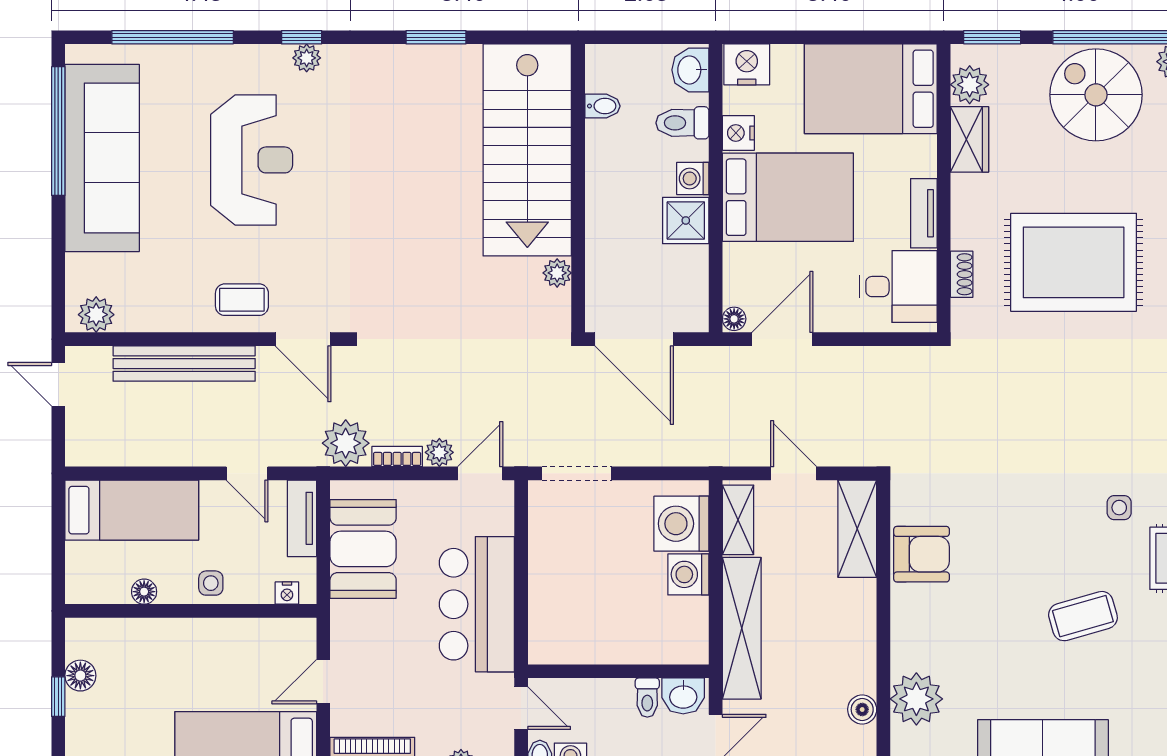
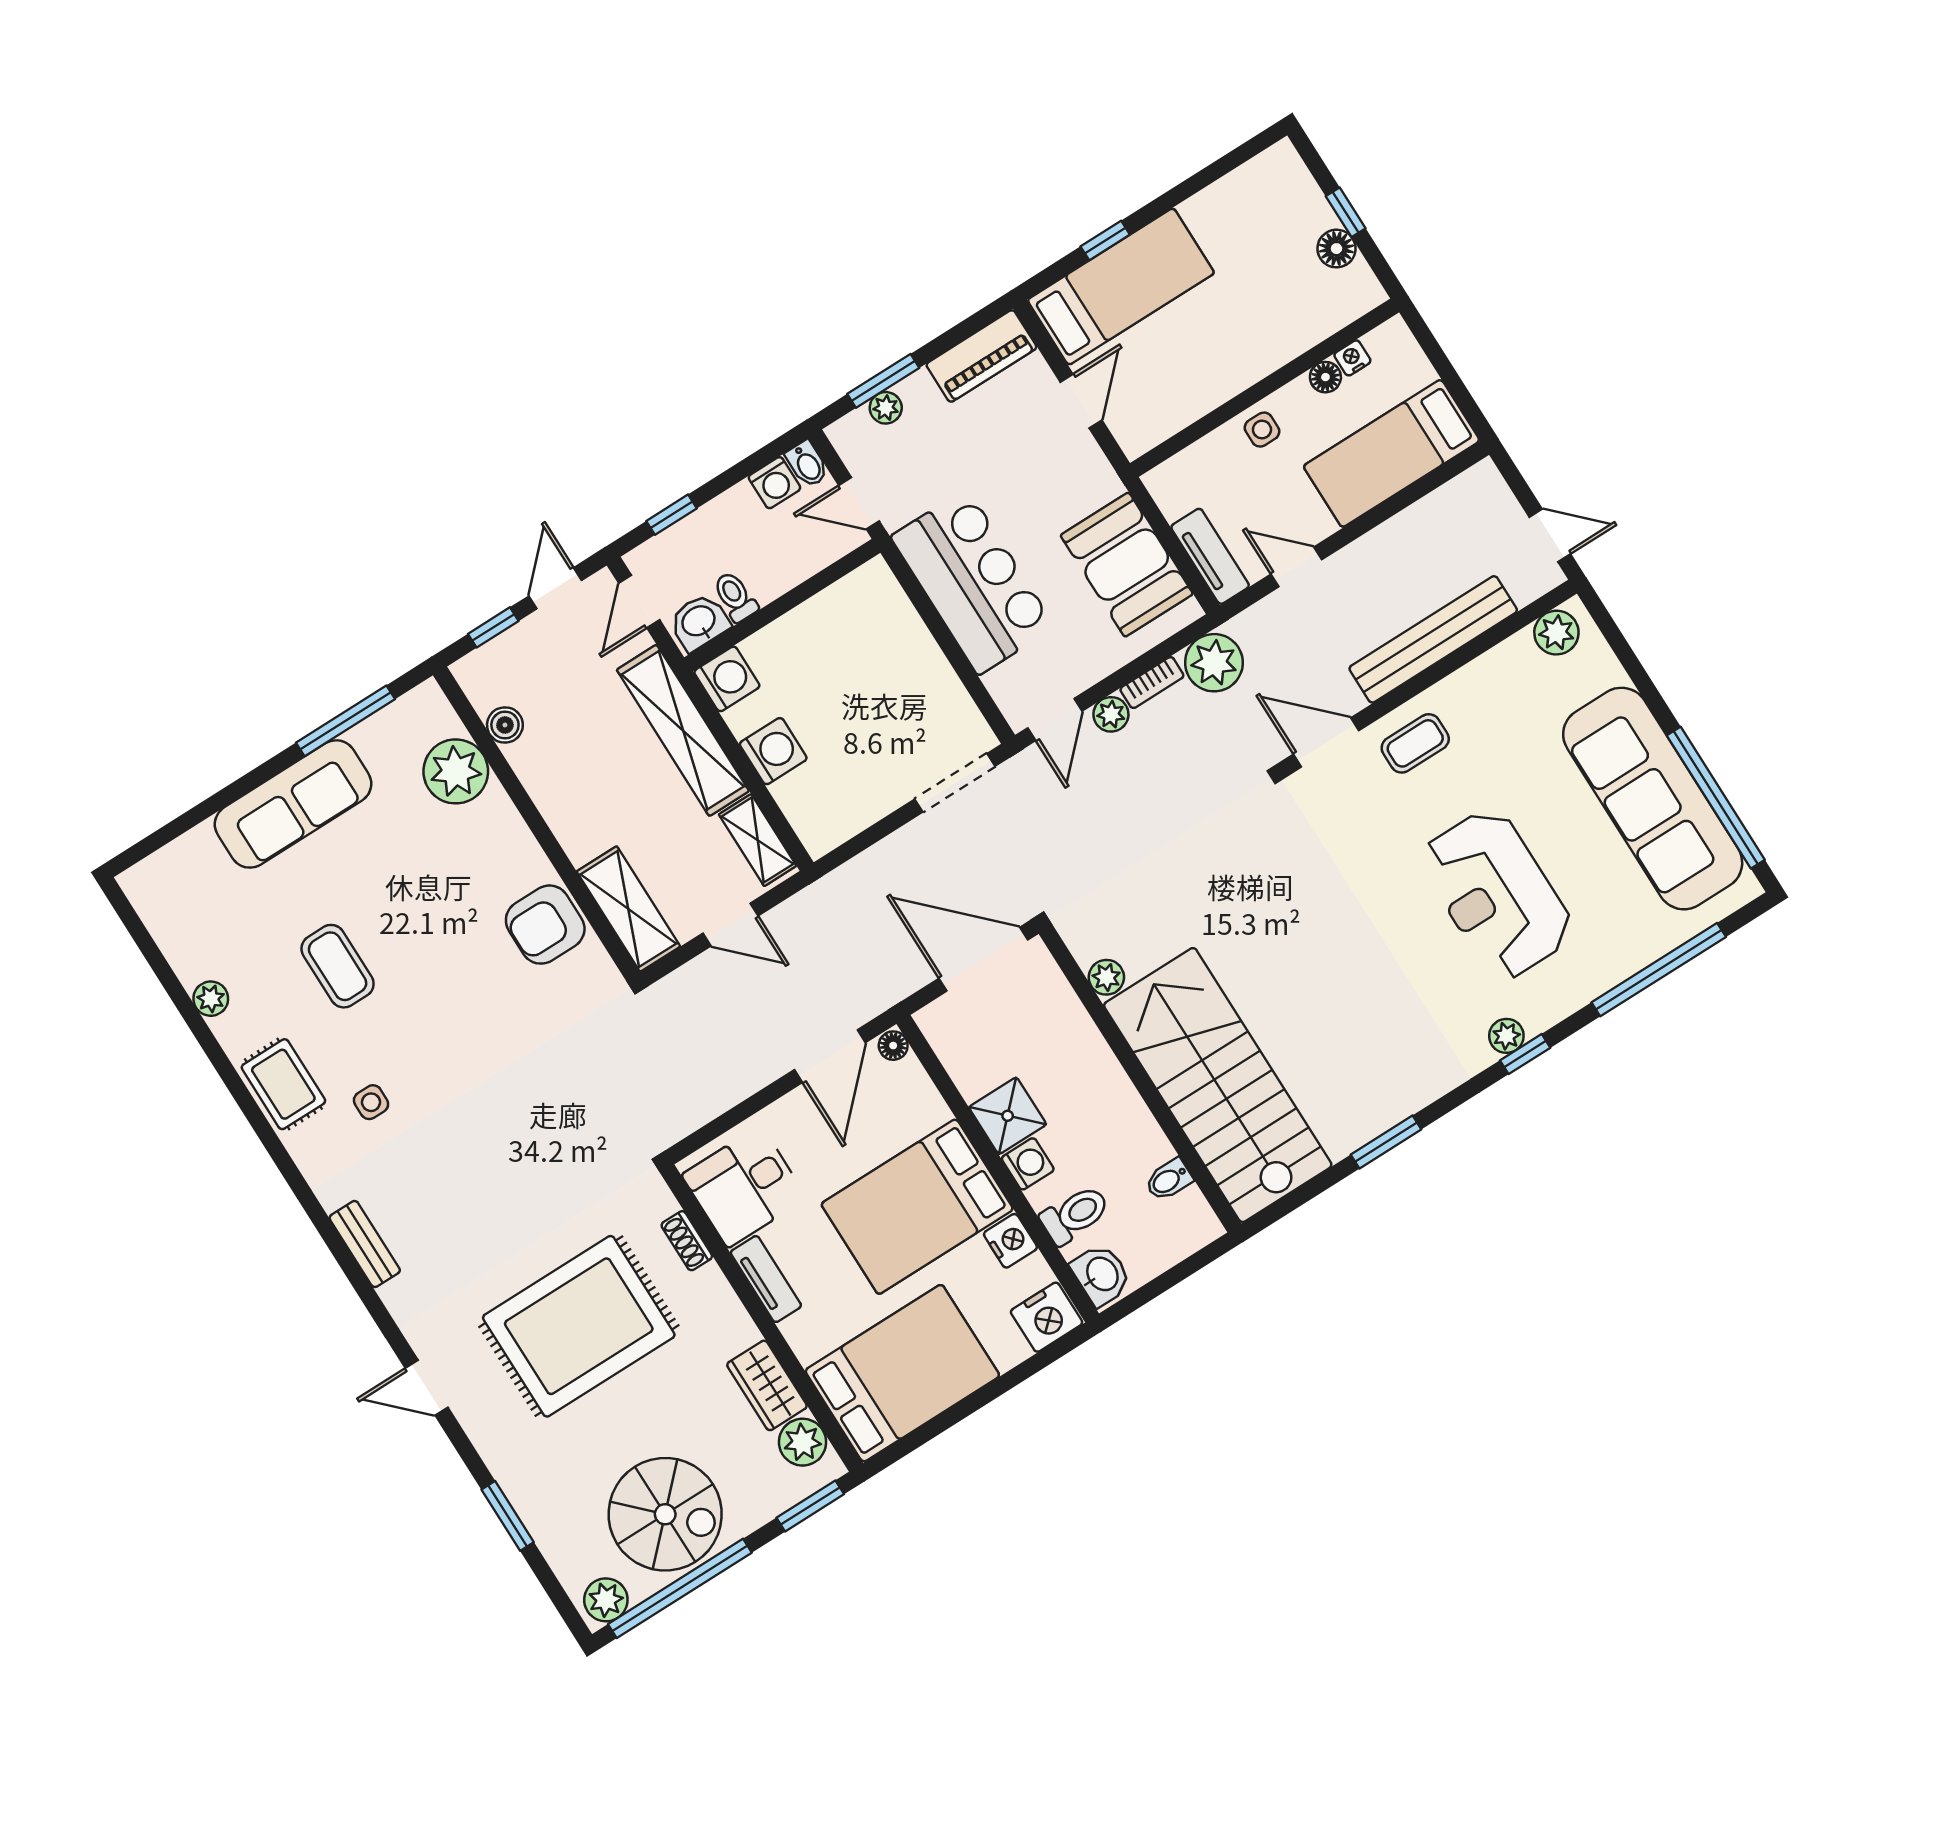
washing machine: (681, 524) -> (727, 679), moved, width x0.73, depth x0.73
nightstand: (287, 593) -> (1352, 358), moved
coffee table: (1083, 616) -> (338, 966), turned -74

